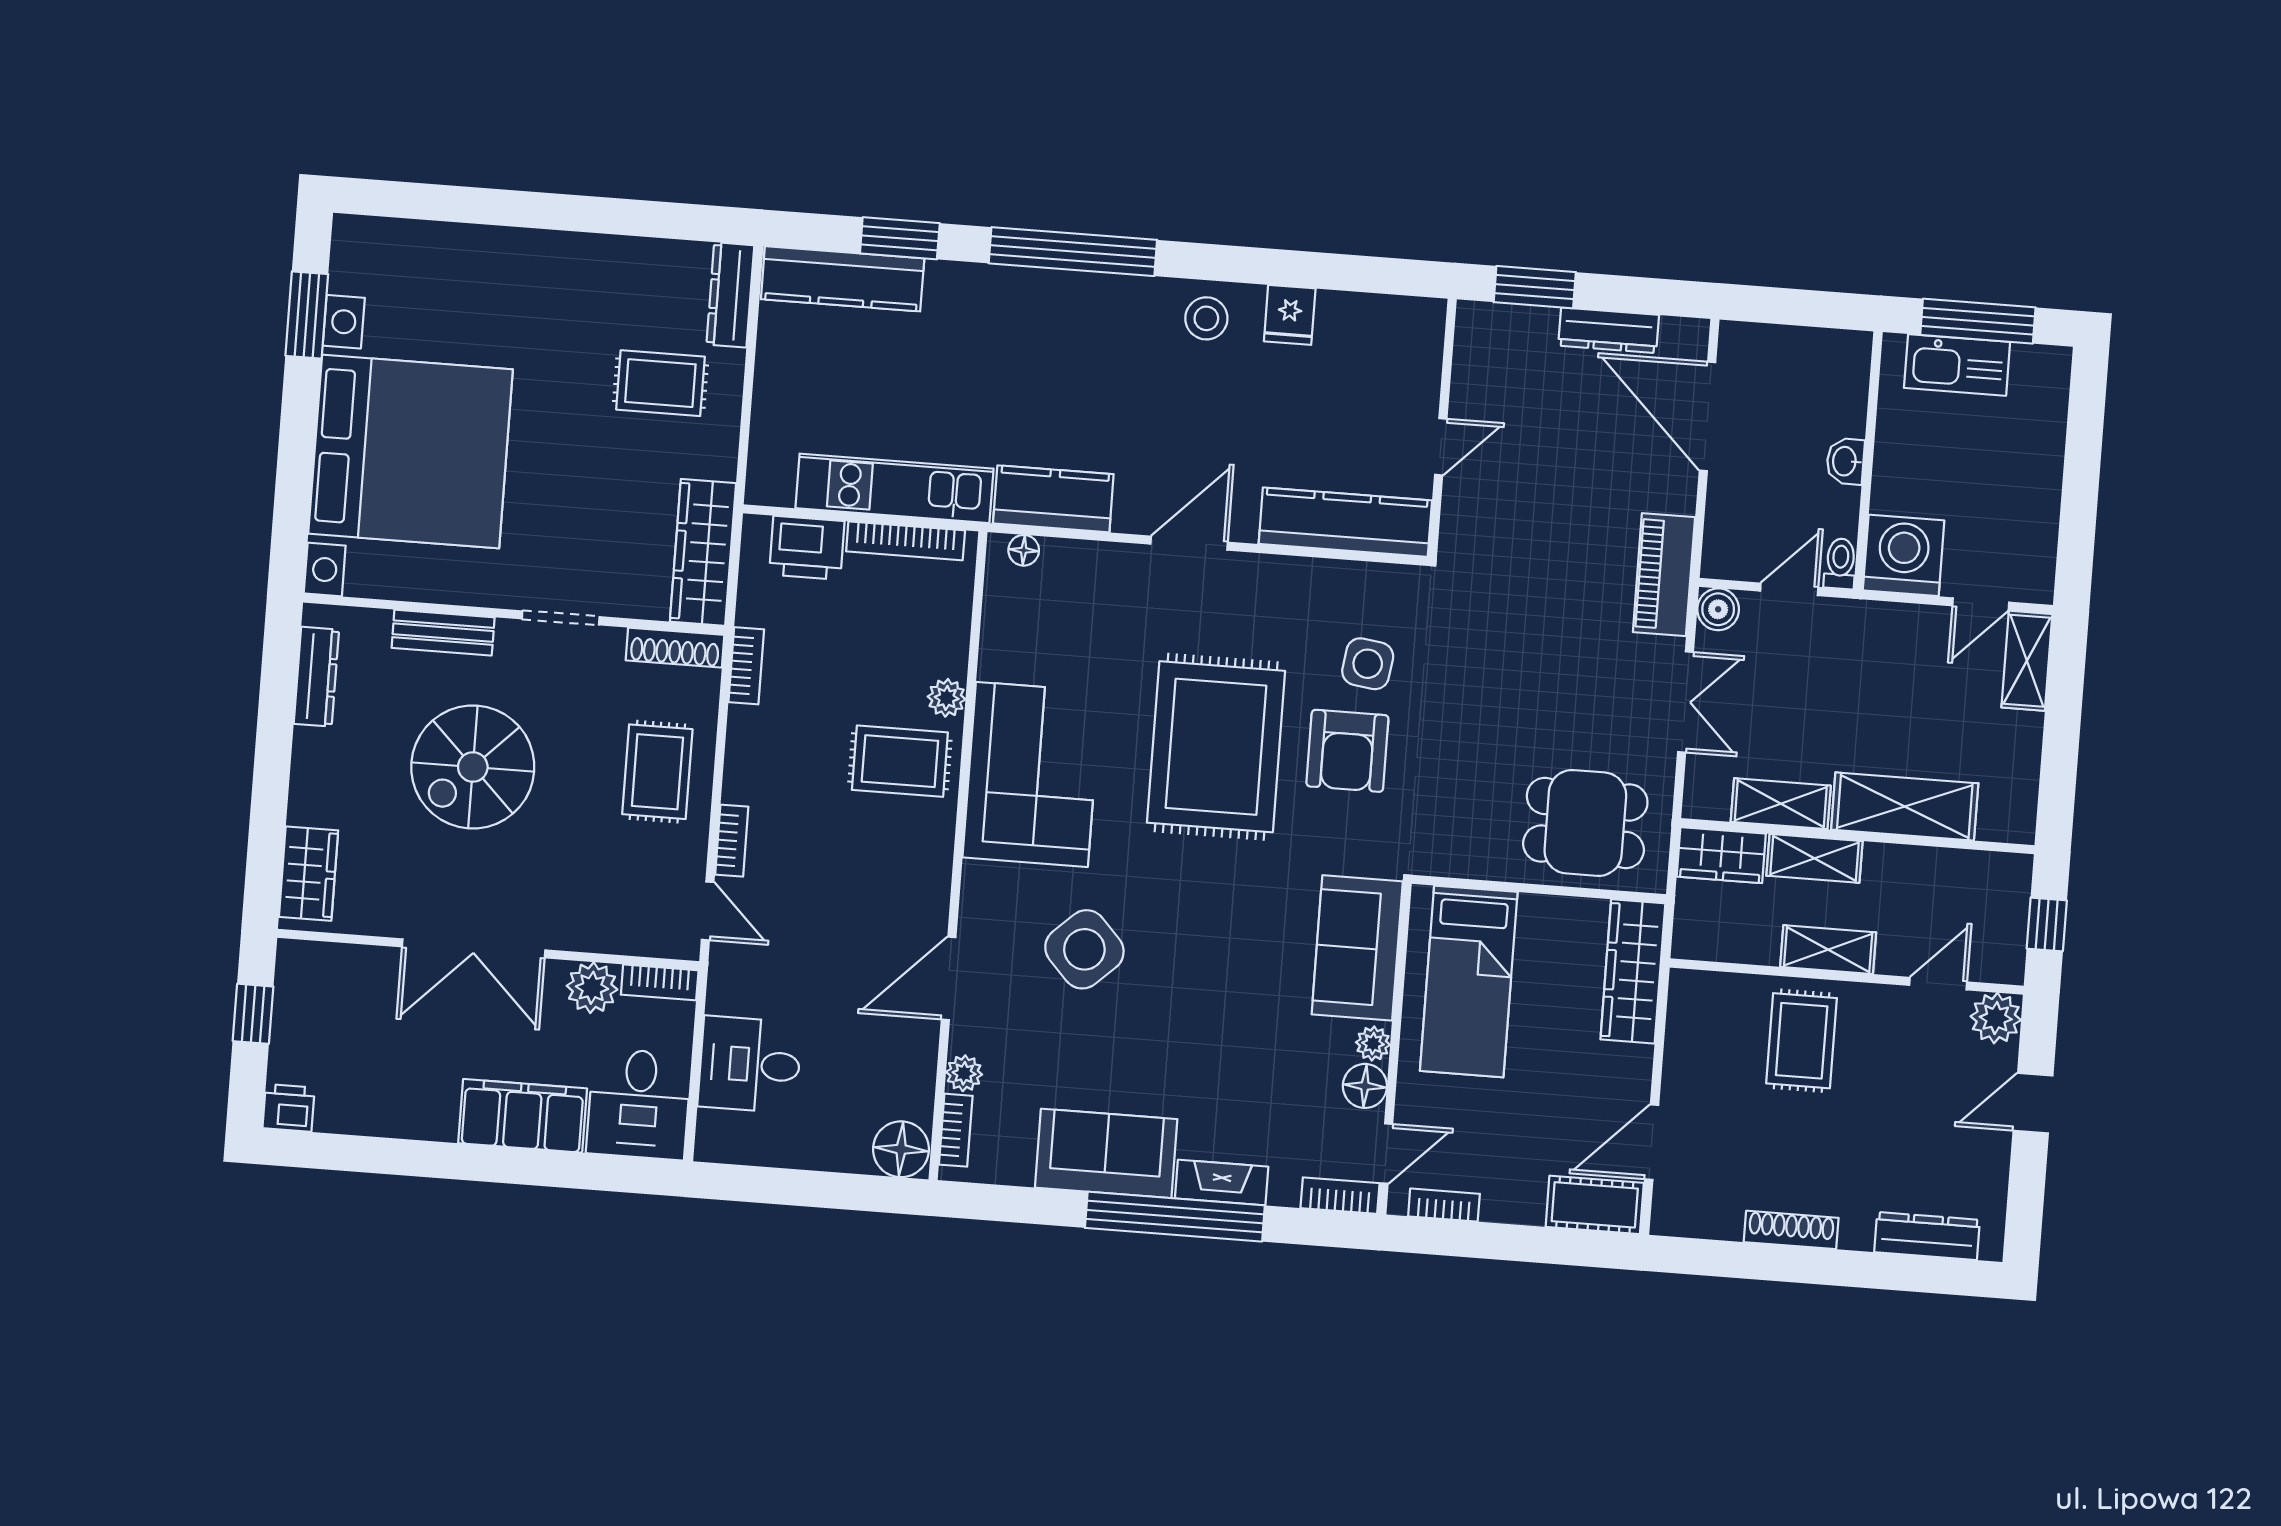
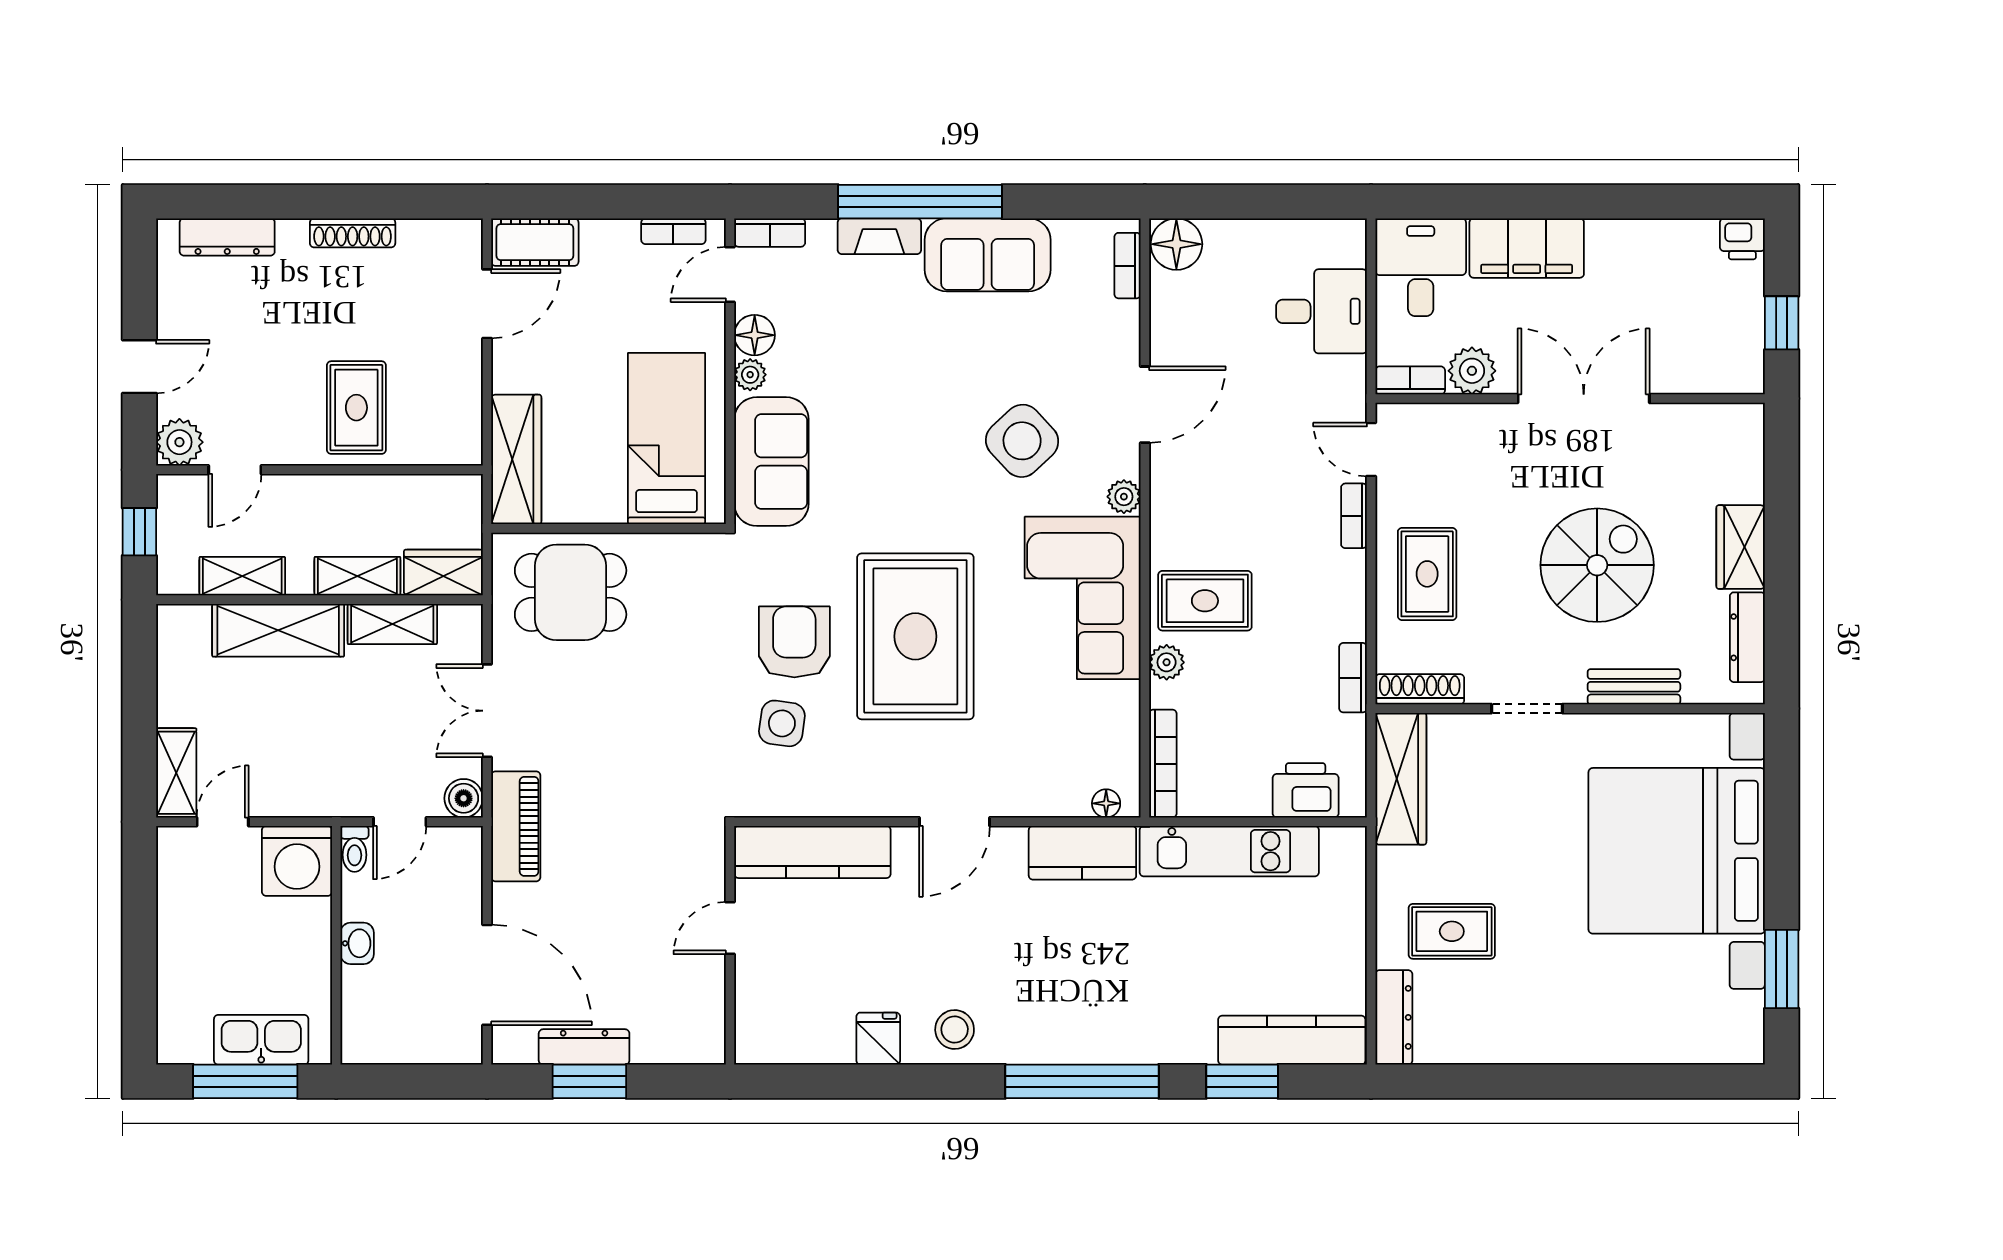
window: (1535, 287) -> (589, 1081), moved
bookcase: (906, 541) -> (1163, 764), moved, turned 90
wardrobe: (308, 874) -> (1741, 547), moved
shelving: (1828, 950) -> (242, 576), moved
plant: (964, 1073) -> (1124, 497), moved

